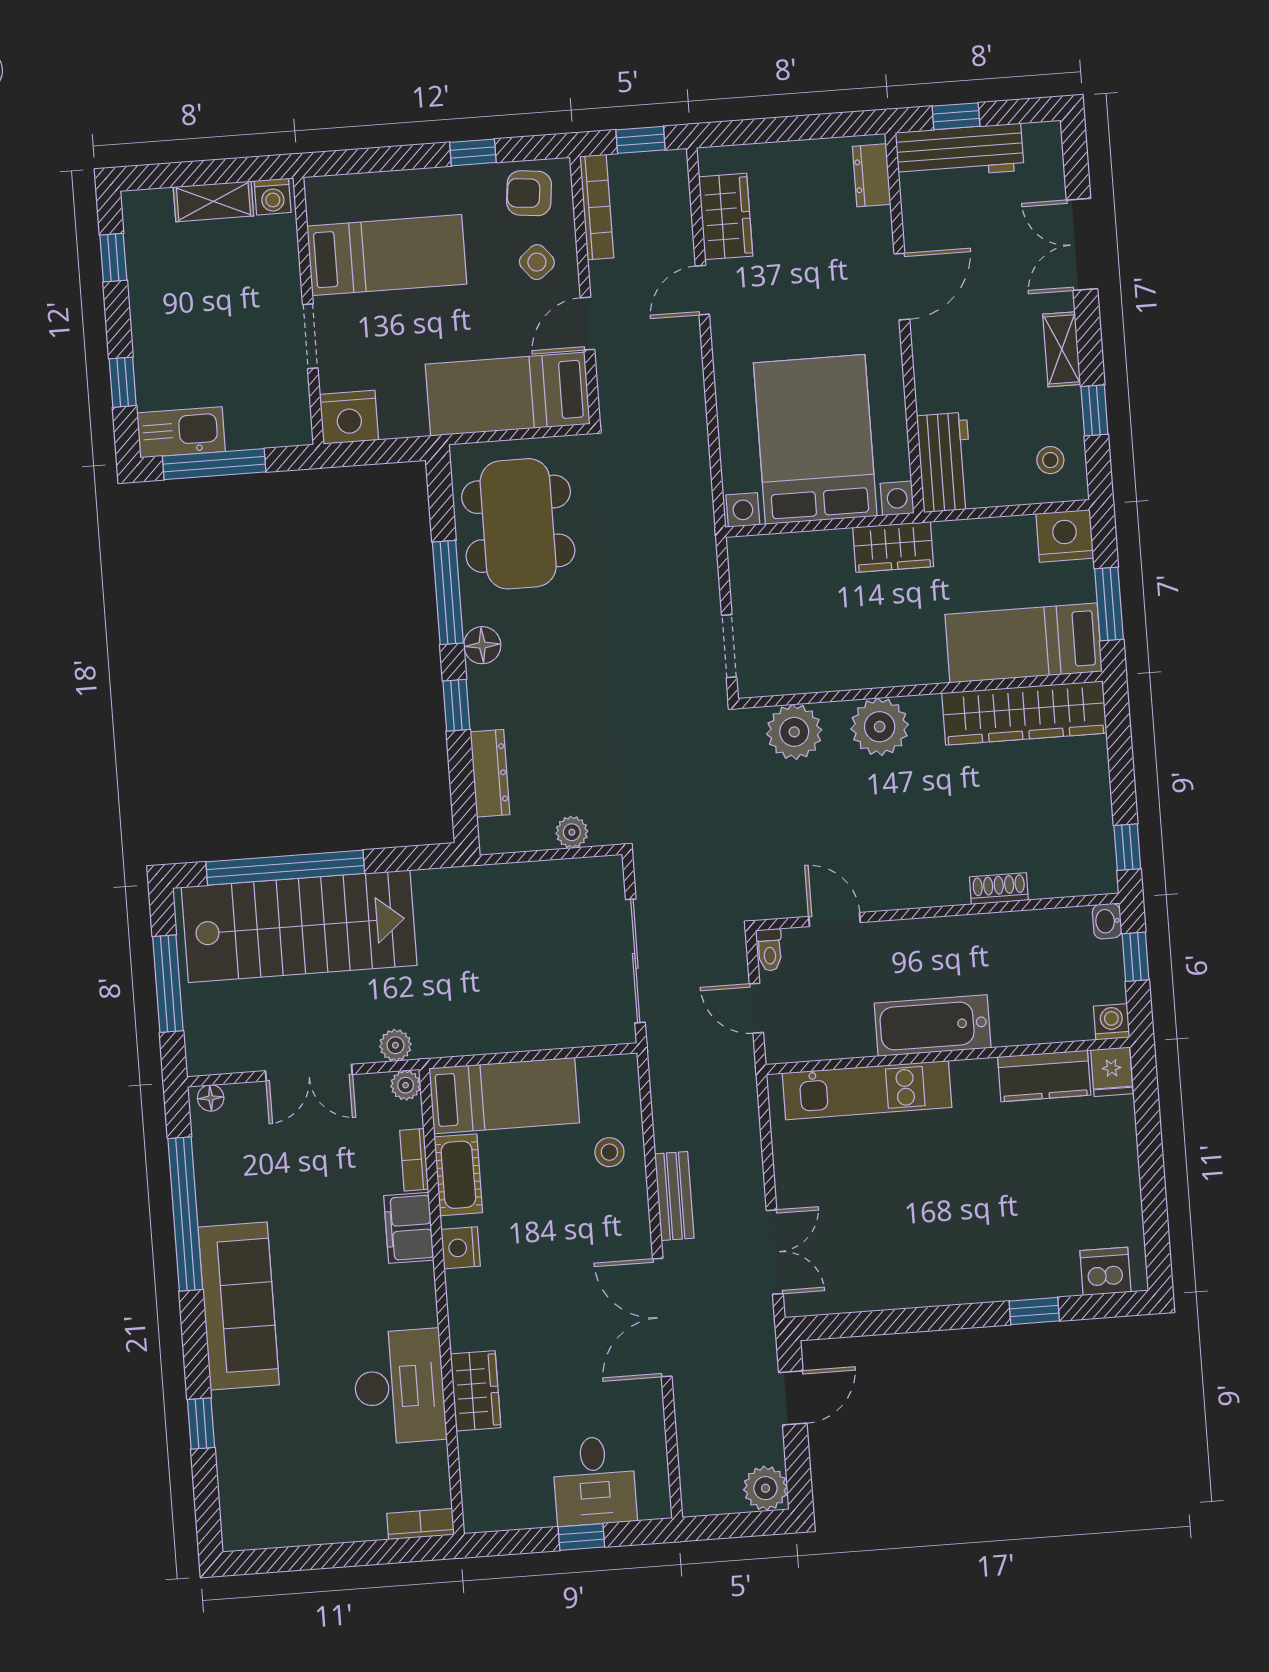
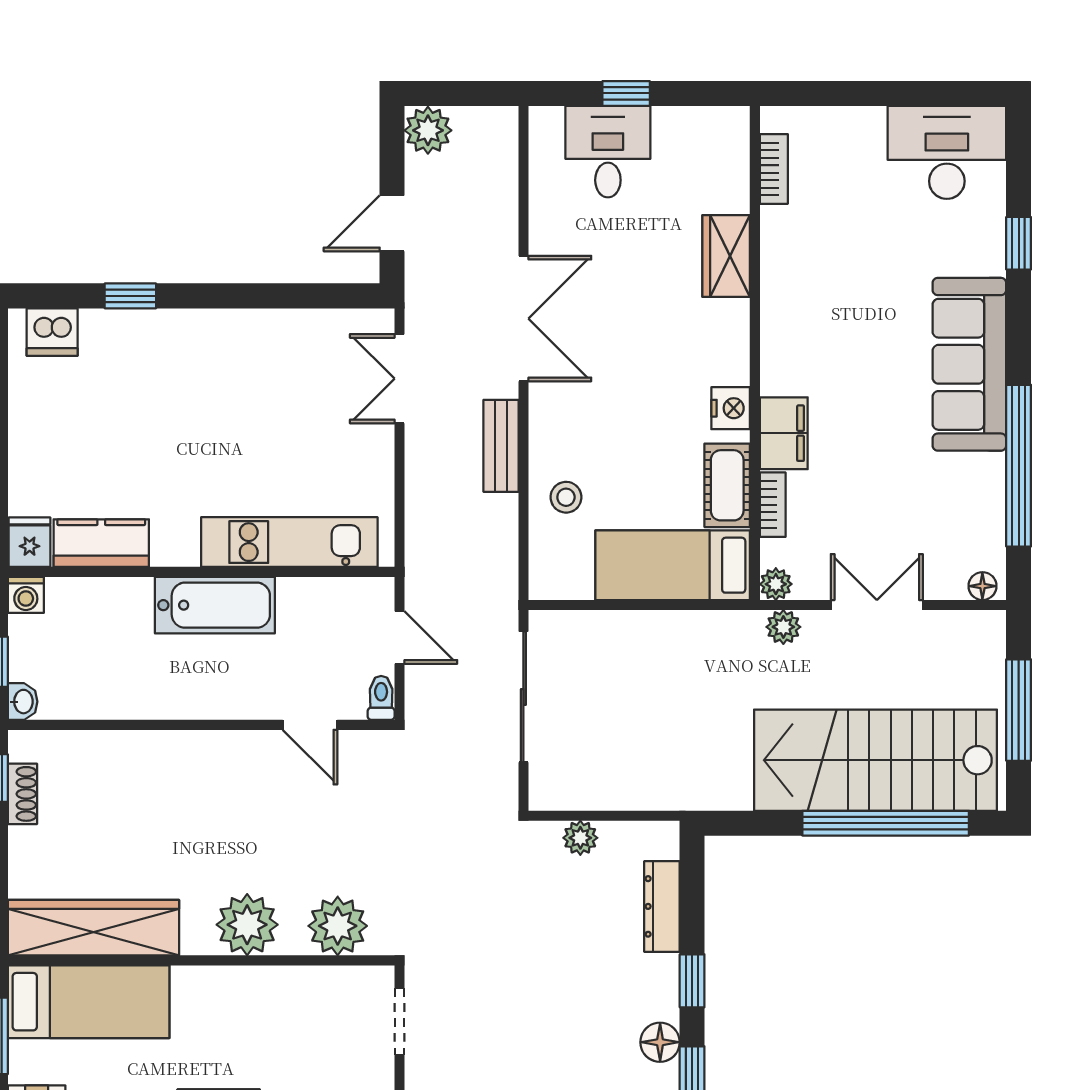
shoe rack: (999, 889) -> (22, 794), moved, turned -90
desk: (399, 1387) -> (947, 152), moved, turned 90
bookcase: (421, 1524) -> (774, 169), moved, turned -90

